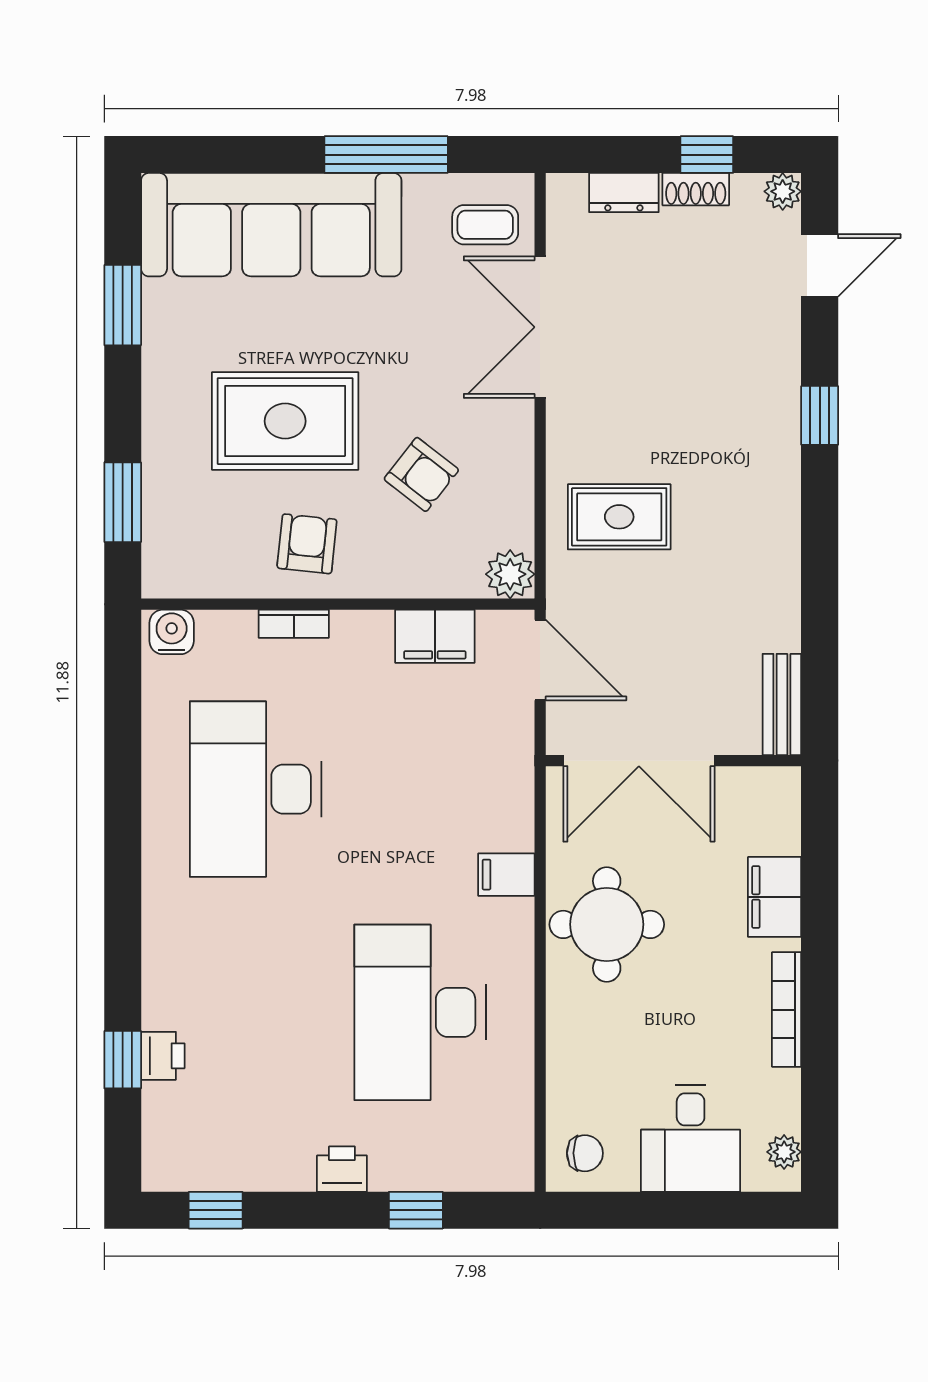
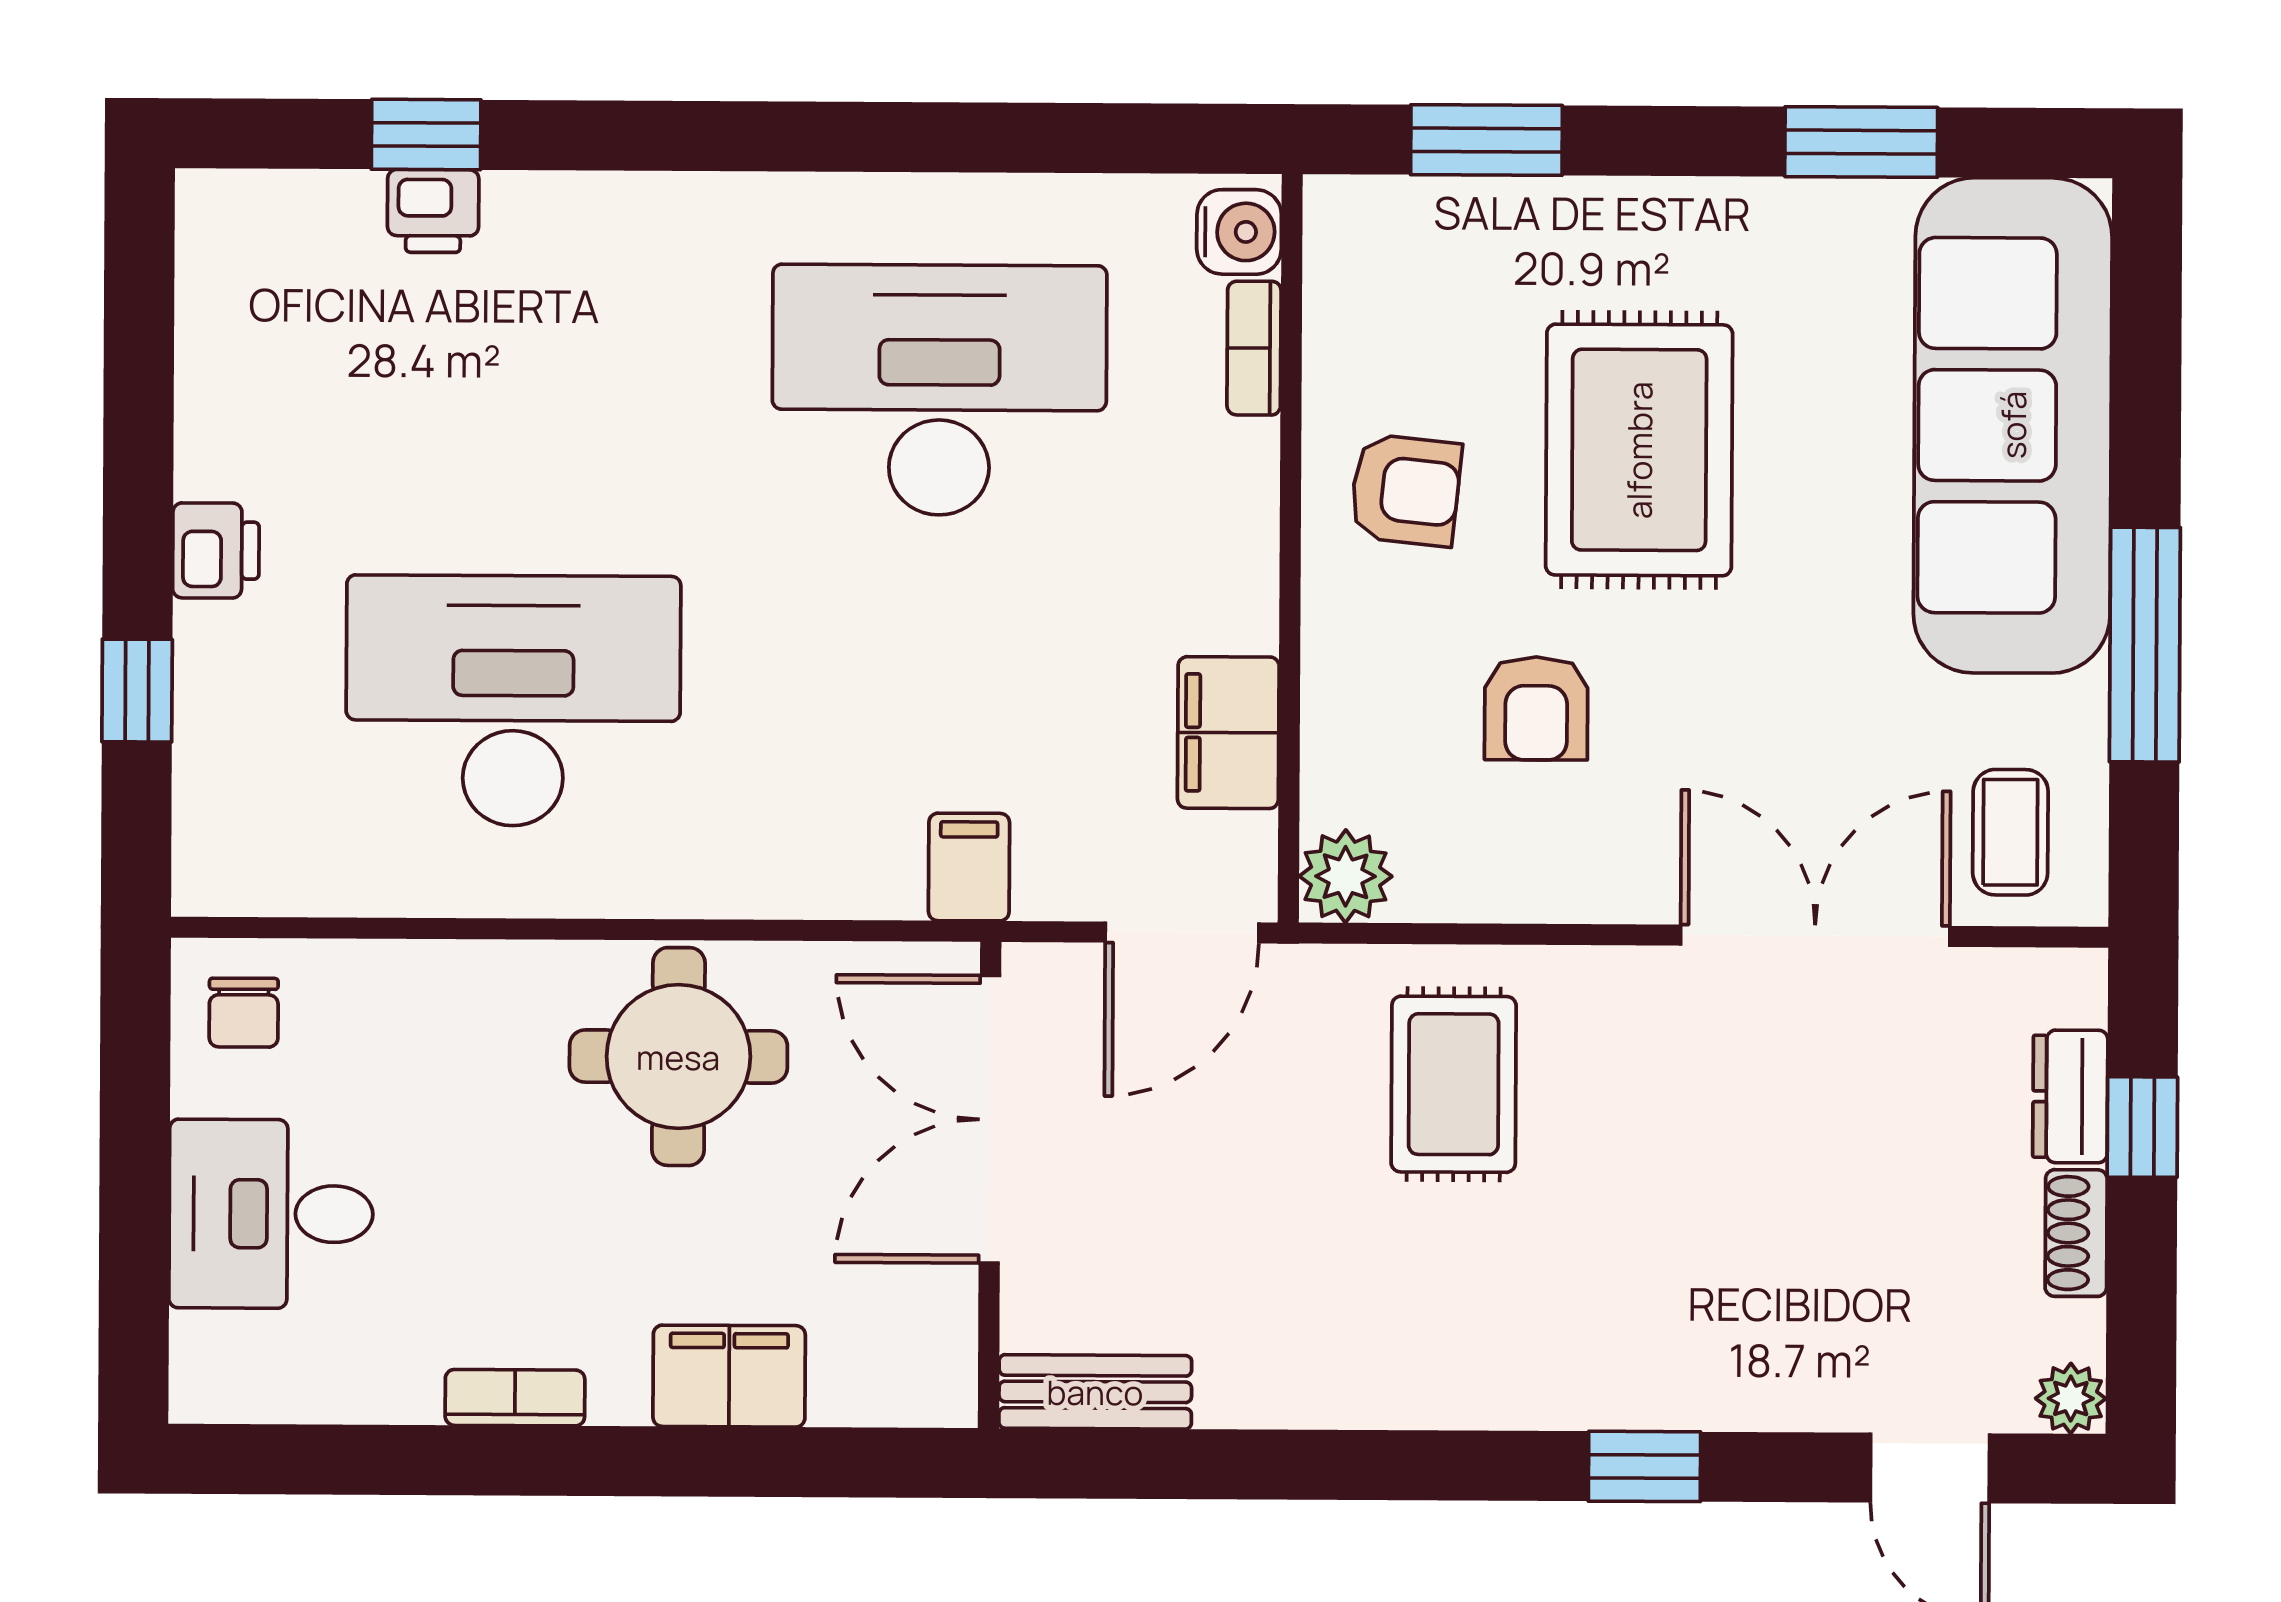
window: (707, 155) -> (2142, 1127), moved
armchair: (421, 474) -> (1536, 708), turned -38
bookcase: (294, 624) -> (1254, 348), moved
filing cabinet: (506, 875) -> (969, 867), moved
bookcase: (787, 1010) -> (515, 1398), width x0.64
plant: (784, 1152) -> (244, 1392), removed
window: (216, 1210) -> (139, 310), removed

